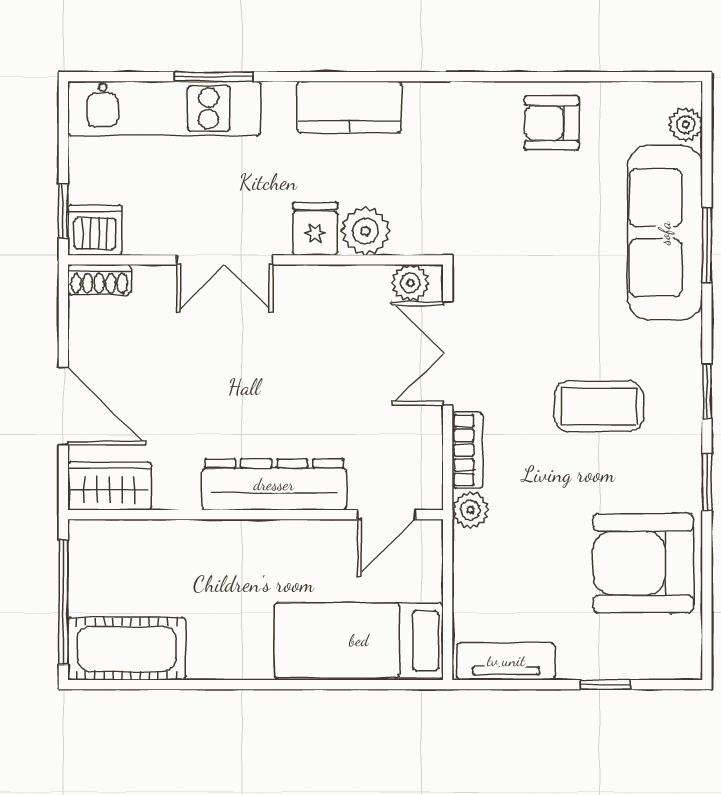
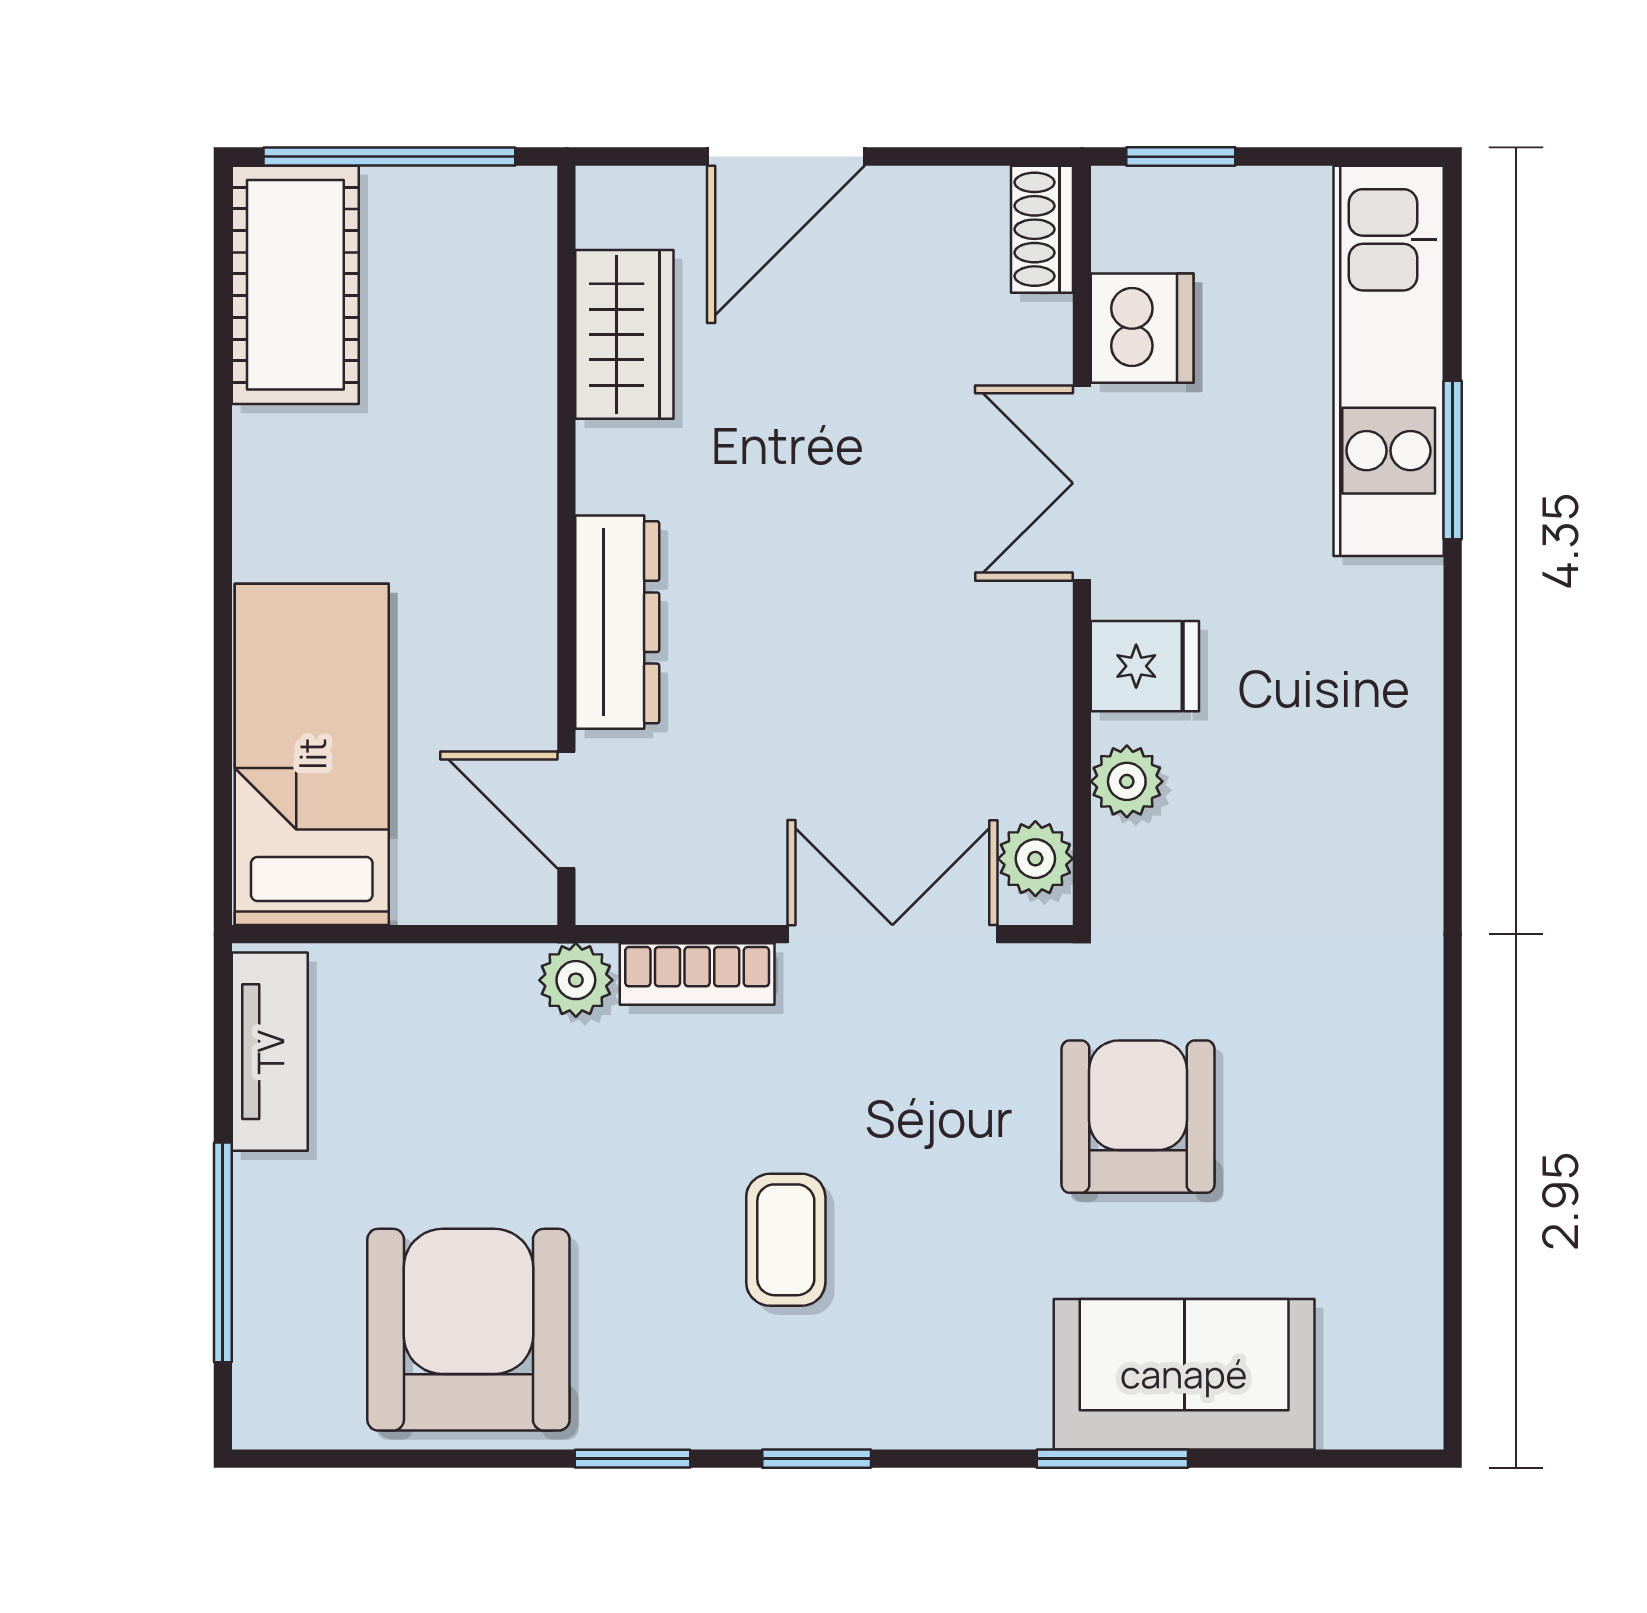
kitchen counter: (349, 107) -> (1391, 735), removed
armchair: (552, 123) -> (1138, 1117), moved, width x1.38, depth x1.38
plant: (686, 125) -> (1356, 1416), removed
dishwasher: (95, 230) -> (1142, 328), moved
plant: (366, 231) -> (1127, 781), width x0.73, depth x0.73
sofa: (665, 233) -> (1184, 1374), width x0.73
coffee table: (599, 406) -> (786, 1240), width x0.73, depth x0.77
dresser: (274, 485) -> (617, 622), width x0.73, depth x0.80
wardrobe: (110, 486) -> (624, 334), moved
window: (605, 685) -> (223, 1252), width x2.17

